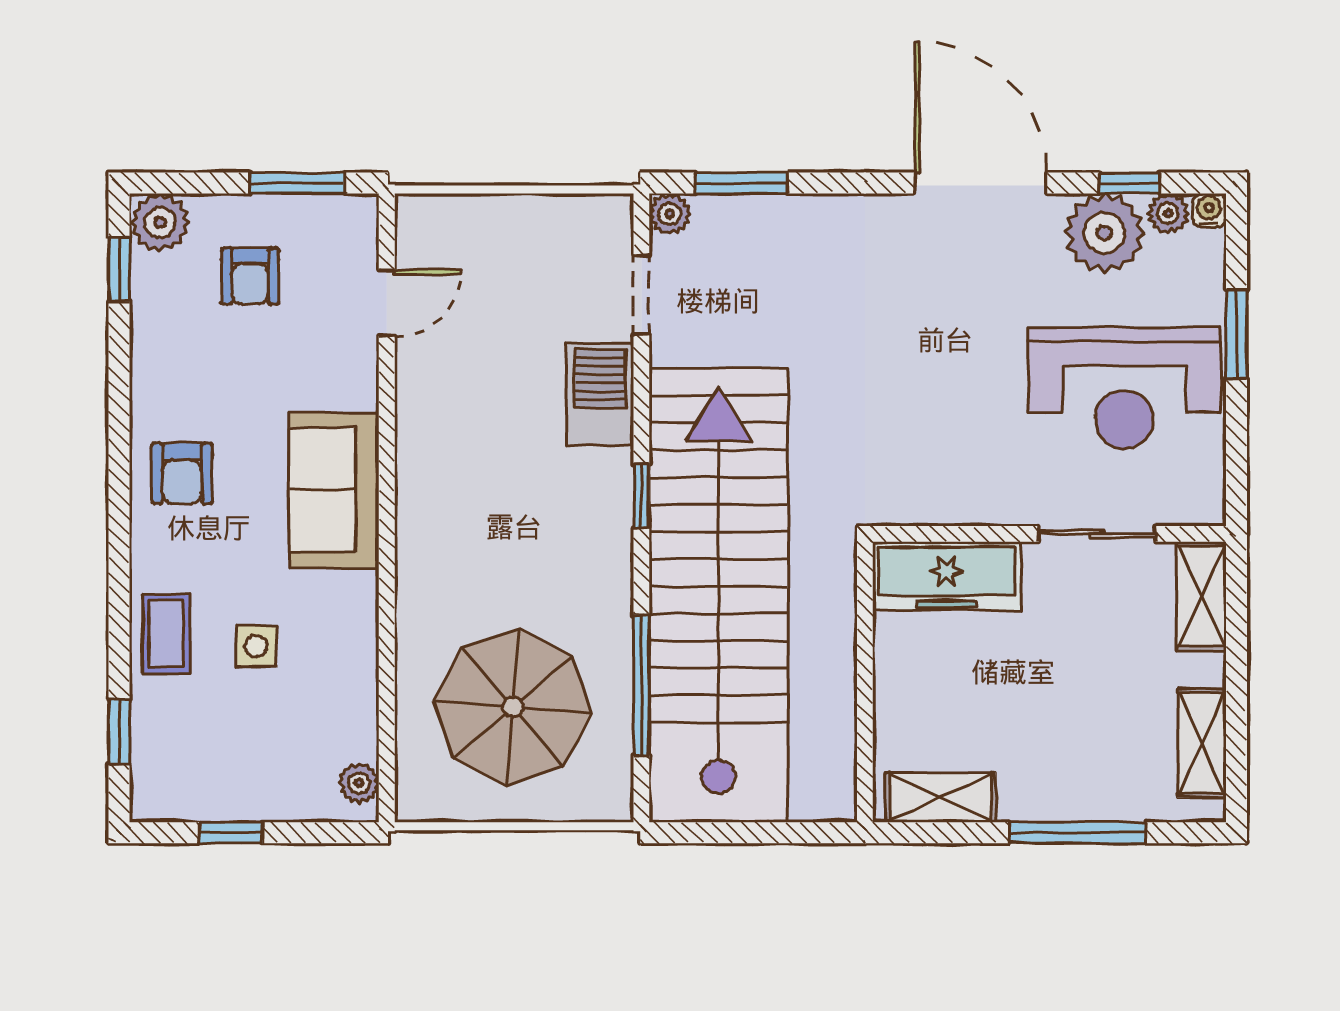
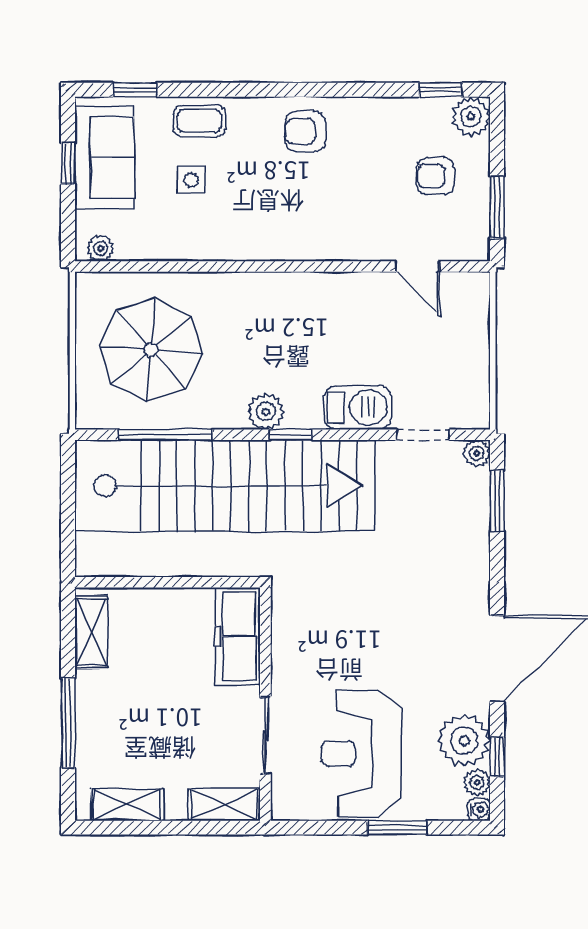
sofa: (334, 490) -> (105, 158), moved, turned 90
plant: (606, 533) -> (266, 412), added

